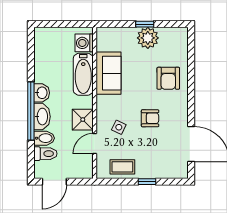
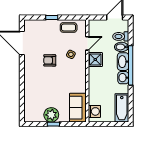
sofa: (108, 73) -> (78, 108), moved
bathtub: (83, 74) -> (122, 108), moved, turned 180
armchair: (168, 78) -> (37, 87), removed

